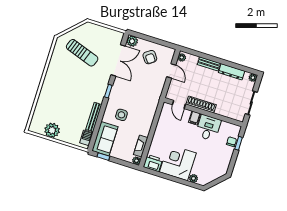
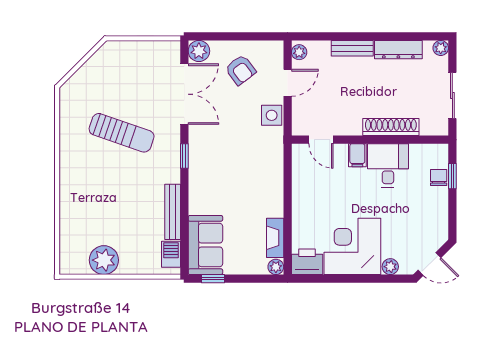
sun lounger: (82, 53) -> (122, 133), moved
door: (171, 71) -> (288, 83), hinge flipped
shoe rack: (201, 104) -> (391, 127), moved
side table: (121, 115) -> (272, 115), moved
door: (213, 183) -> (429, 264), added

